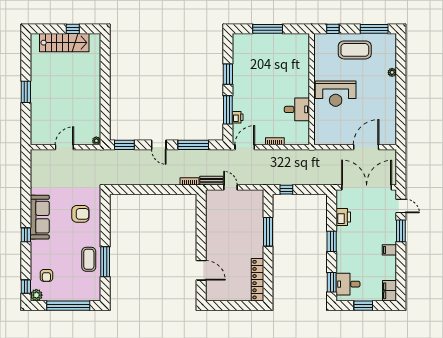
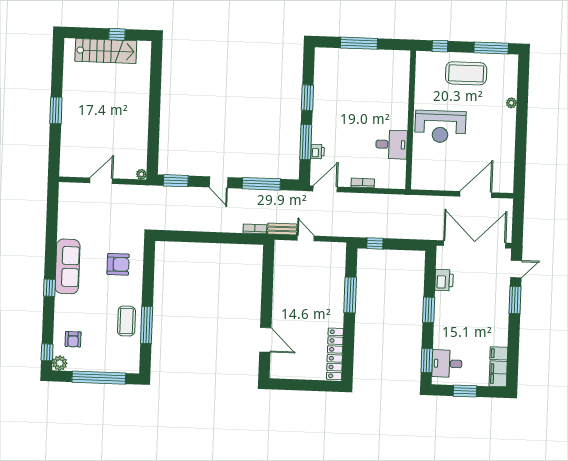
door: (401, 206) -> (516, 269), hinge flipped
filing cabinet: (389, 250) -> (499, 353), moved

